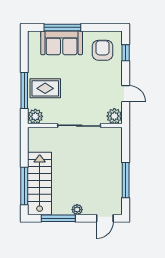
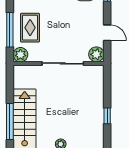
rug: (45, 88) -> (30, 28), turned 90
window: (126, 180) -> (107, 116), width x0.46

